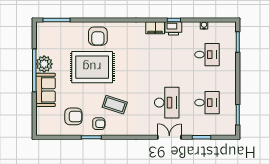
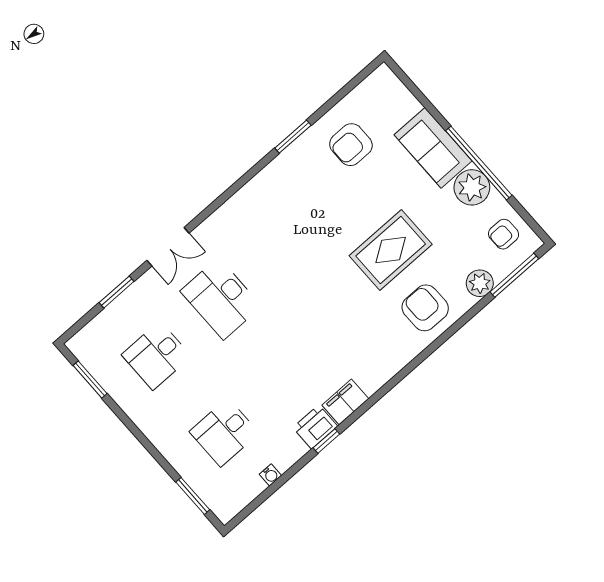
plant: (71, 28) -> (480, 283), added
rug: (92, 67) -> (391, 250), width x0.73, depth x0.69
coffee table: (115, 105) -> (301, 222), removed
armchair: (99, 124) -> (504, 234), moved

